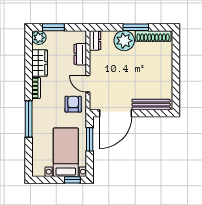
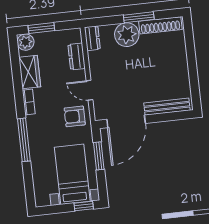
armchair: (73, 104) -> (75, 116), turned -90

